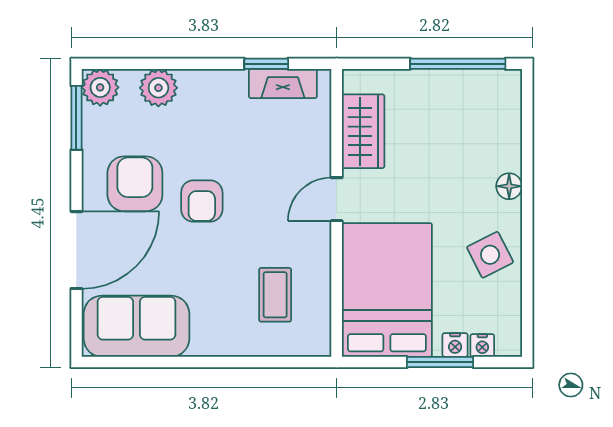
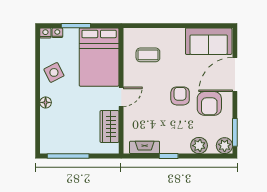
window: (266, 64) -> (169, 156), moved
coffee table: (275, 295) -> (148, 55), turned 90
nightstand: (455, 345) -> (45, 33), moved

